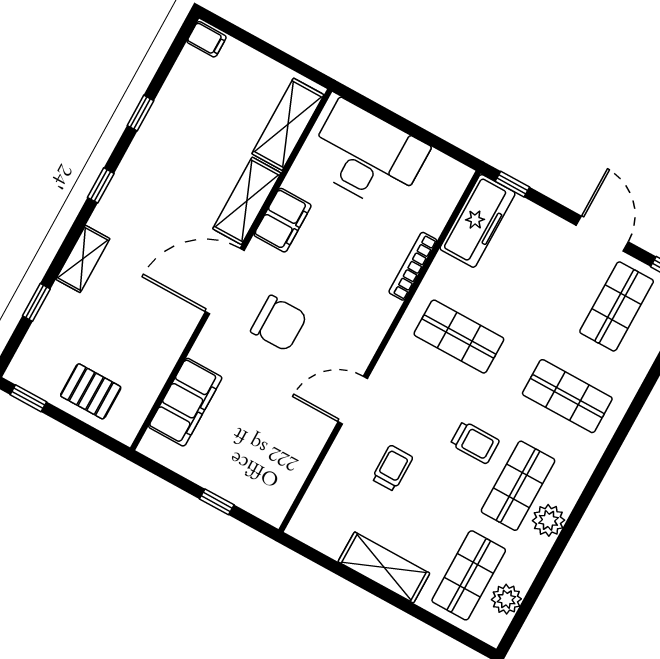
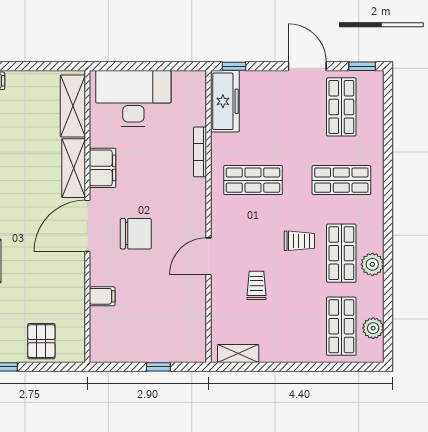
pallet: (91, 391) -> (41, 341), turned 90
filing cabinet: (185, 402) -> (102, 296), width x0.33, depth x0.86
shelving: (384, 567) -> (238, 353), moved, width x0.67, depth x0.75

